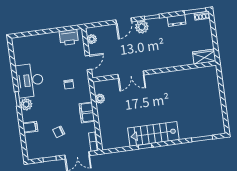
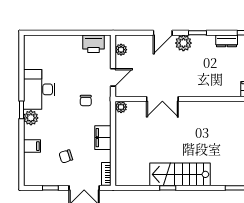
plant: (100, 99) -> (121, 107), moved

